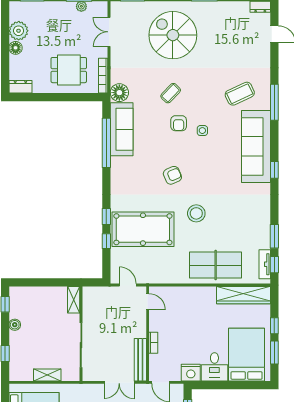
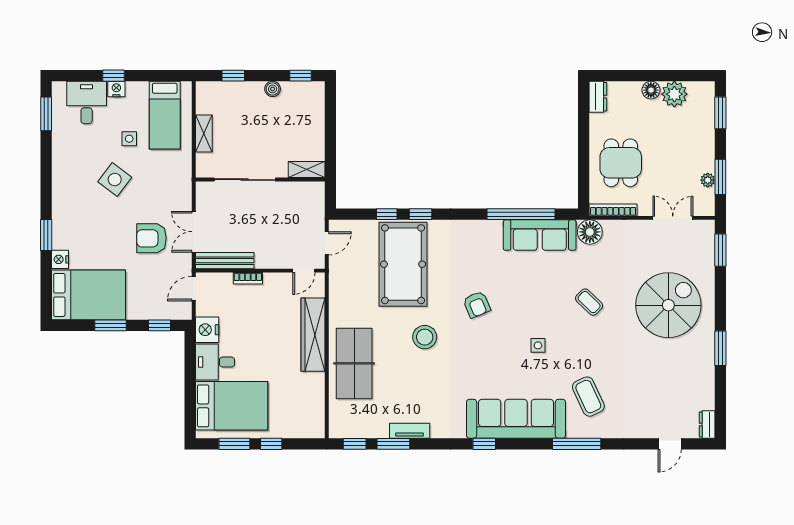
armchair: (179, 123) -> (548, 313), removed
tv unit: (265, 264) -> (410, 431), moved
wardrobe: (243, 295) -> (313, 335), moved

